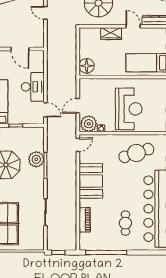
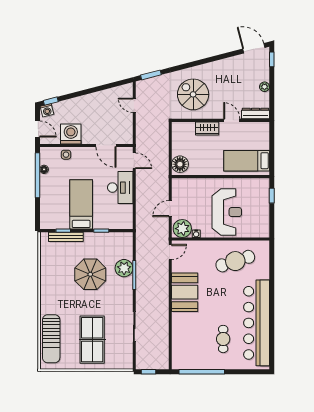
door: (45, 110) -> (134, 161), moved
piano: (85, 220) -> (178, 335), removed

